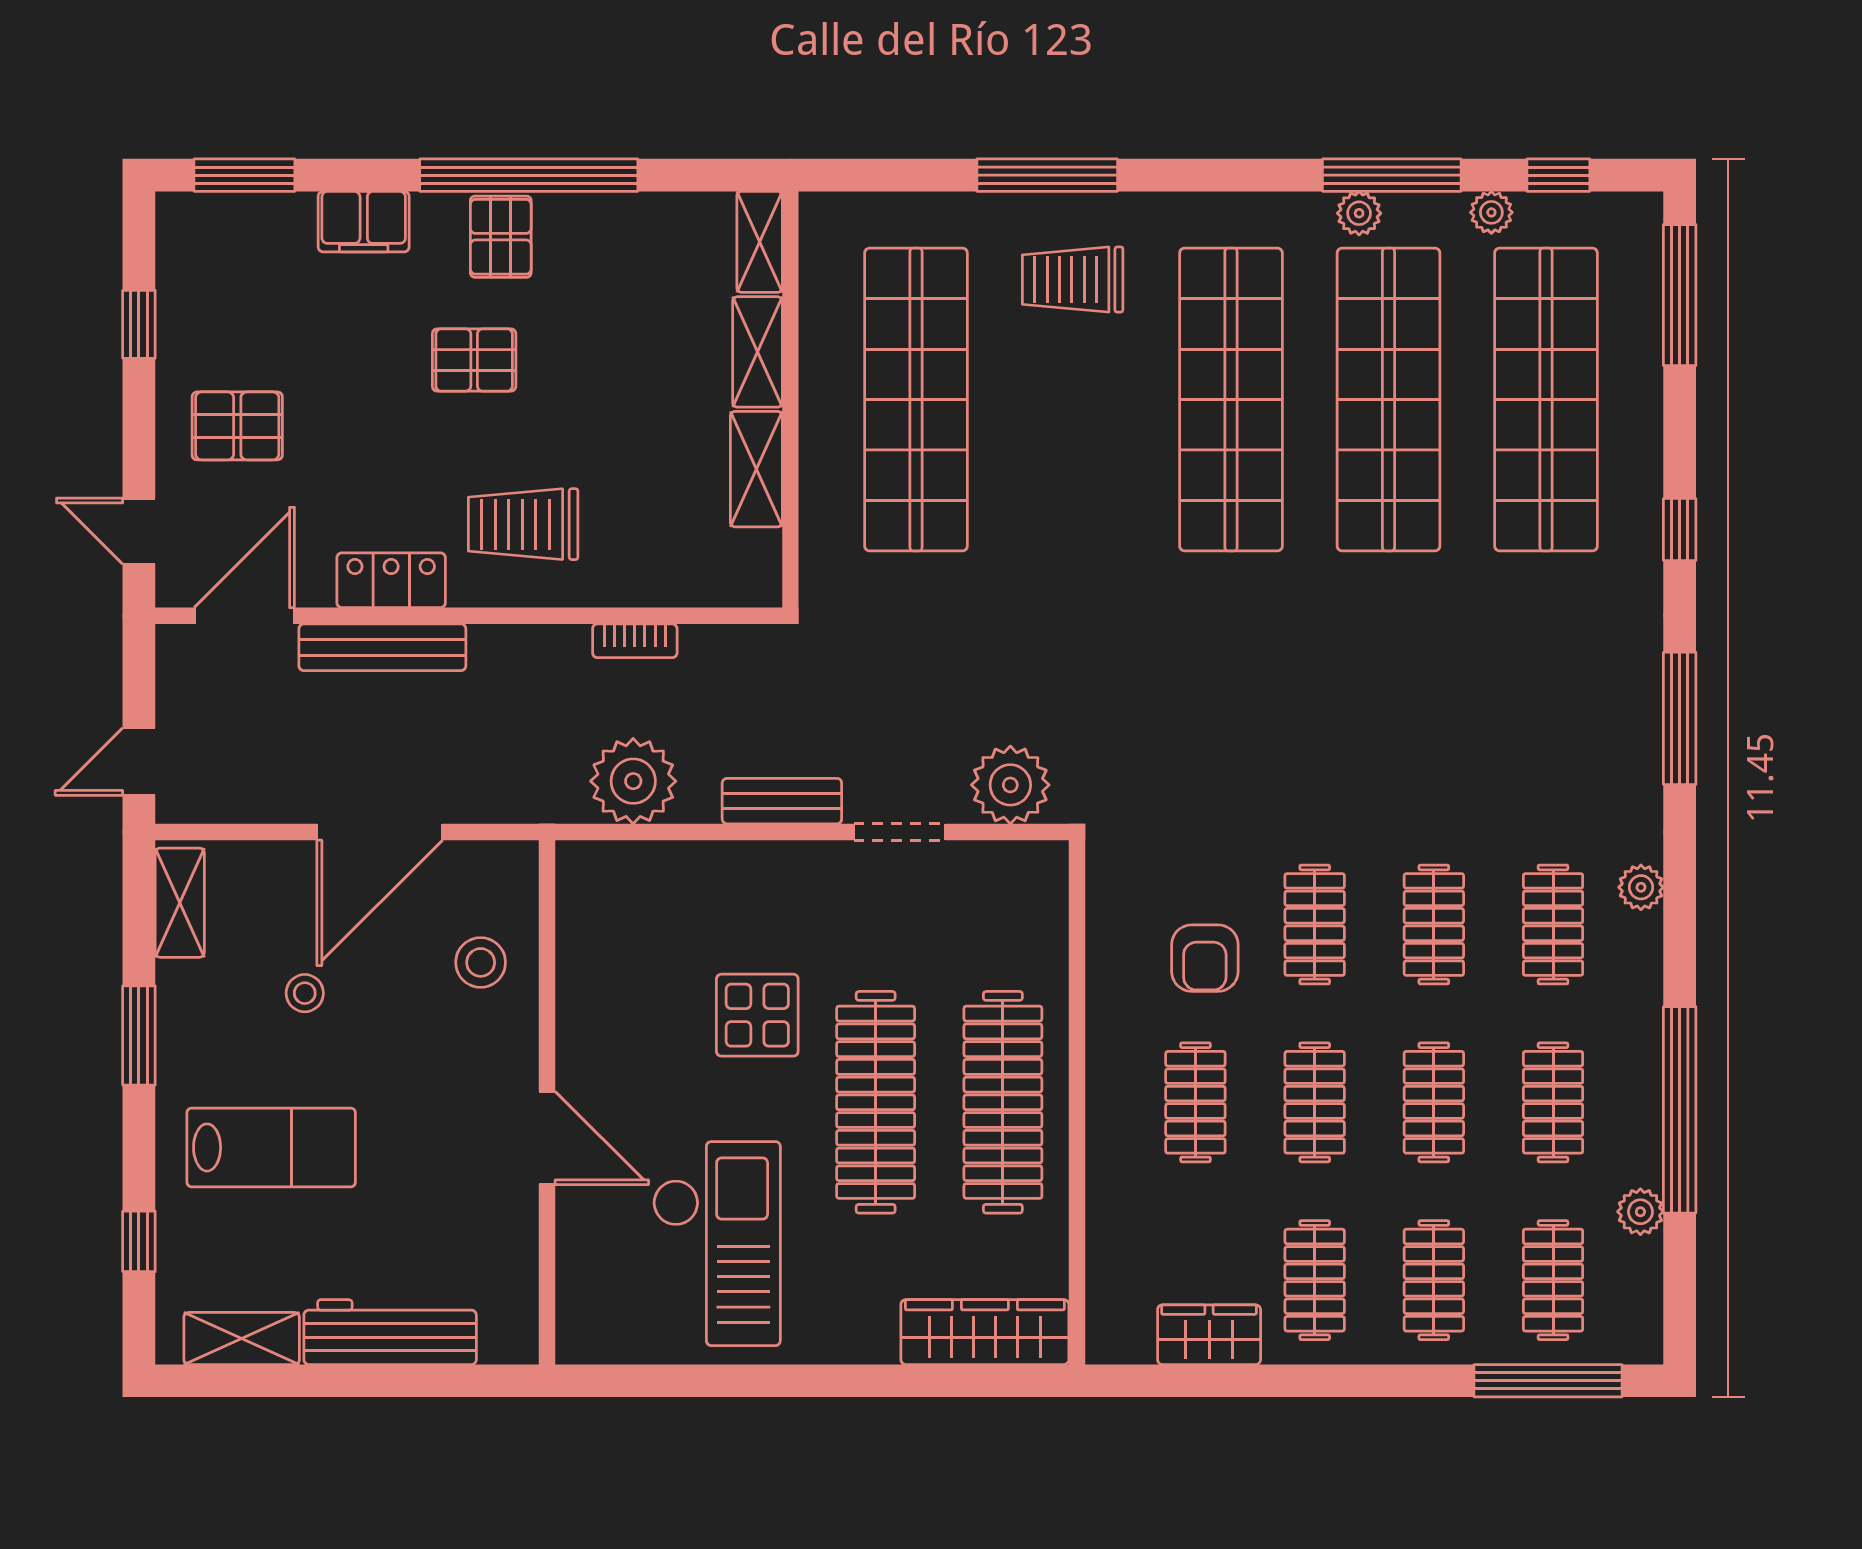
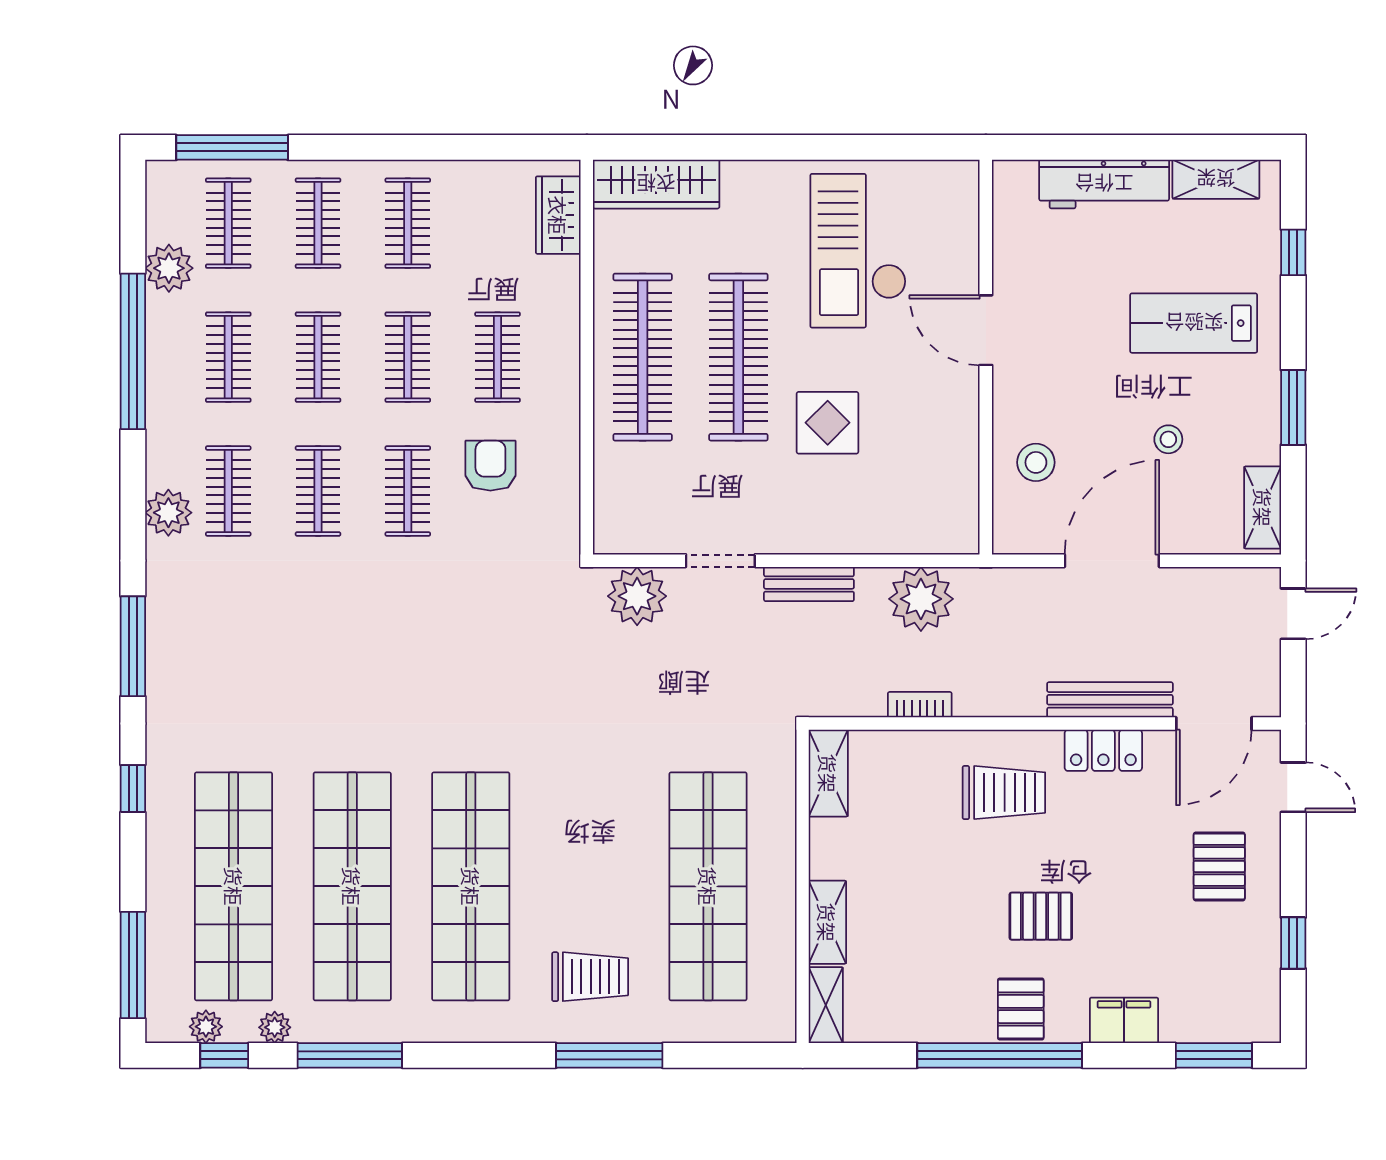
plant: (1359, 213) -> (206, 1027), moved
pallet: (237, 426) -> (1219, 867), turned 90
shelving: (756, 469) -> (828, 773), moved
plant: (1641, 887) -> (168, 513), width x1.38, depth x1.38
plant: (1640, 1212) -> (169, 268), width x1.38, depth x1.38
wardrobe: (1209, 1335) -> (558, 215), moved, turned 90

